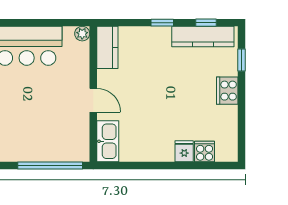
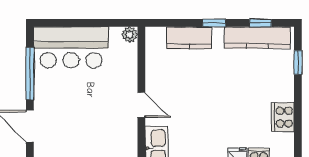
kitchen counter: (107, 47) -> (189, 38), moved, turned 90
cooker: (227, 91) -> (283, 117), moved

